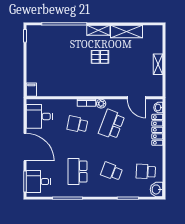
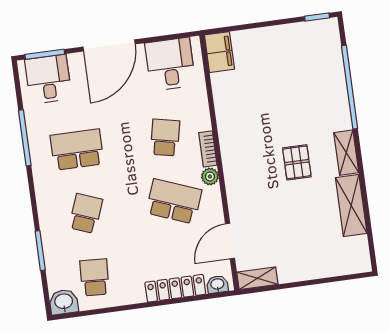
shelving: (158, 64) -> (257, 278), moved
filing cabinet: (31, 90) -> (219, 52), width x2.00

